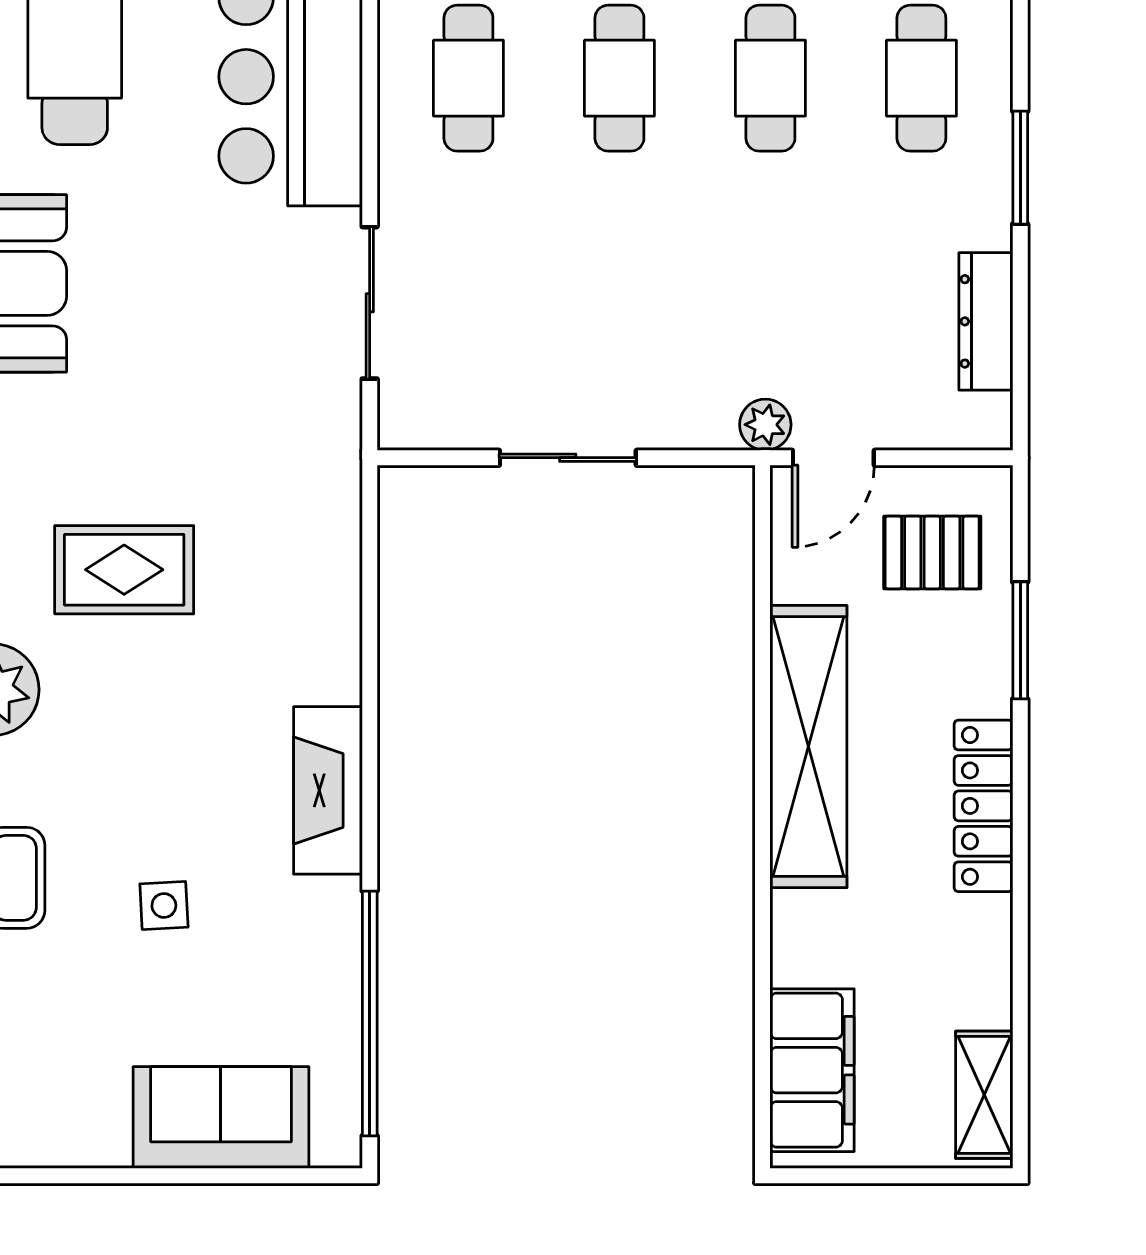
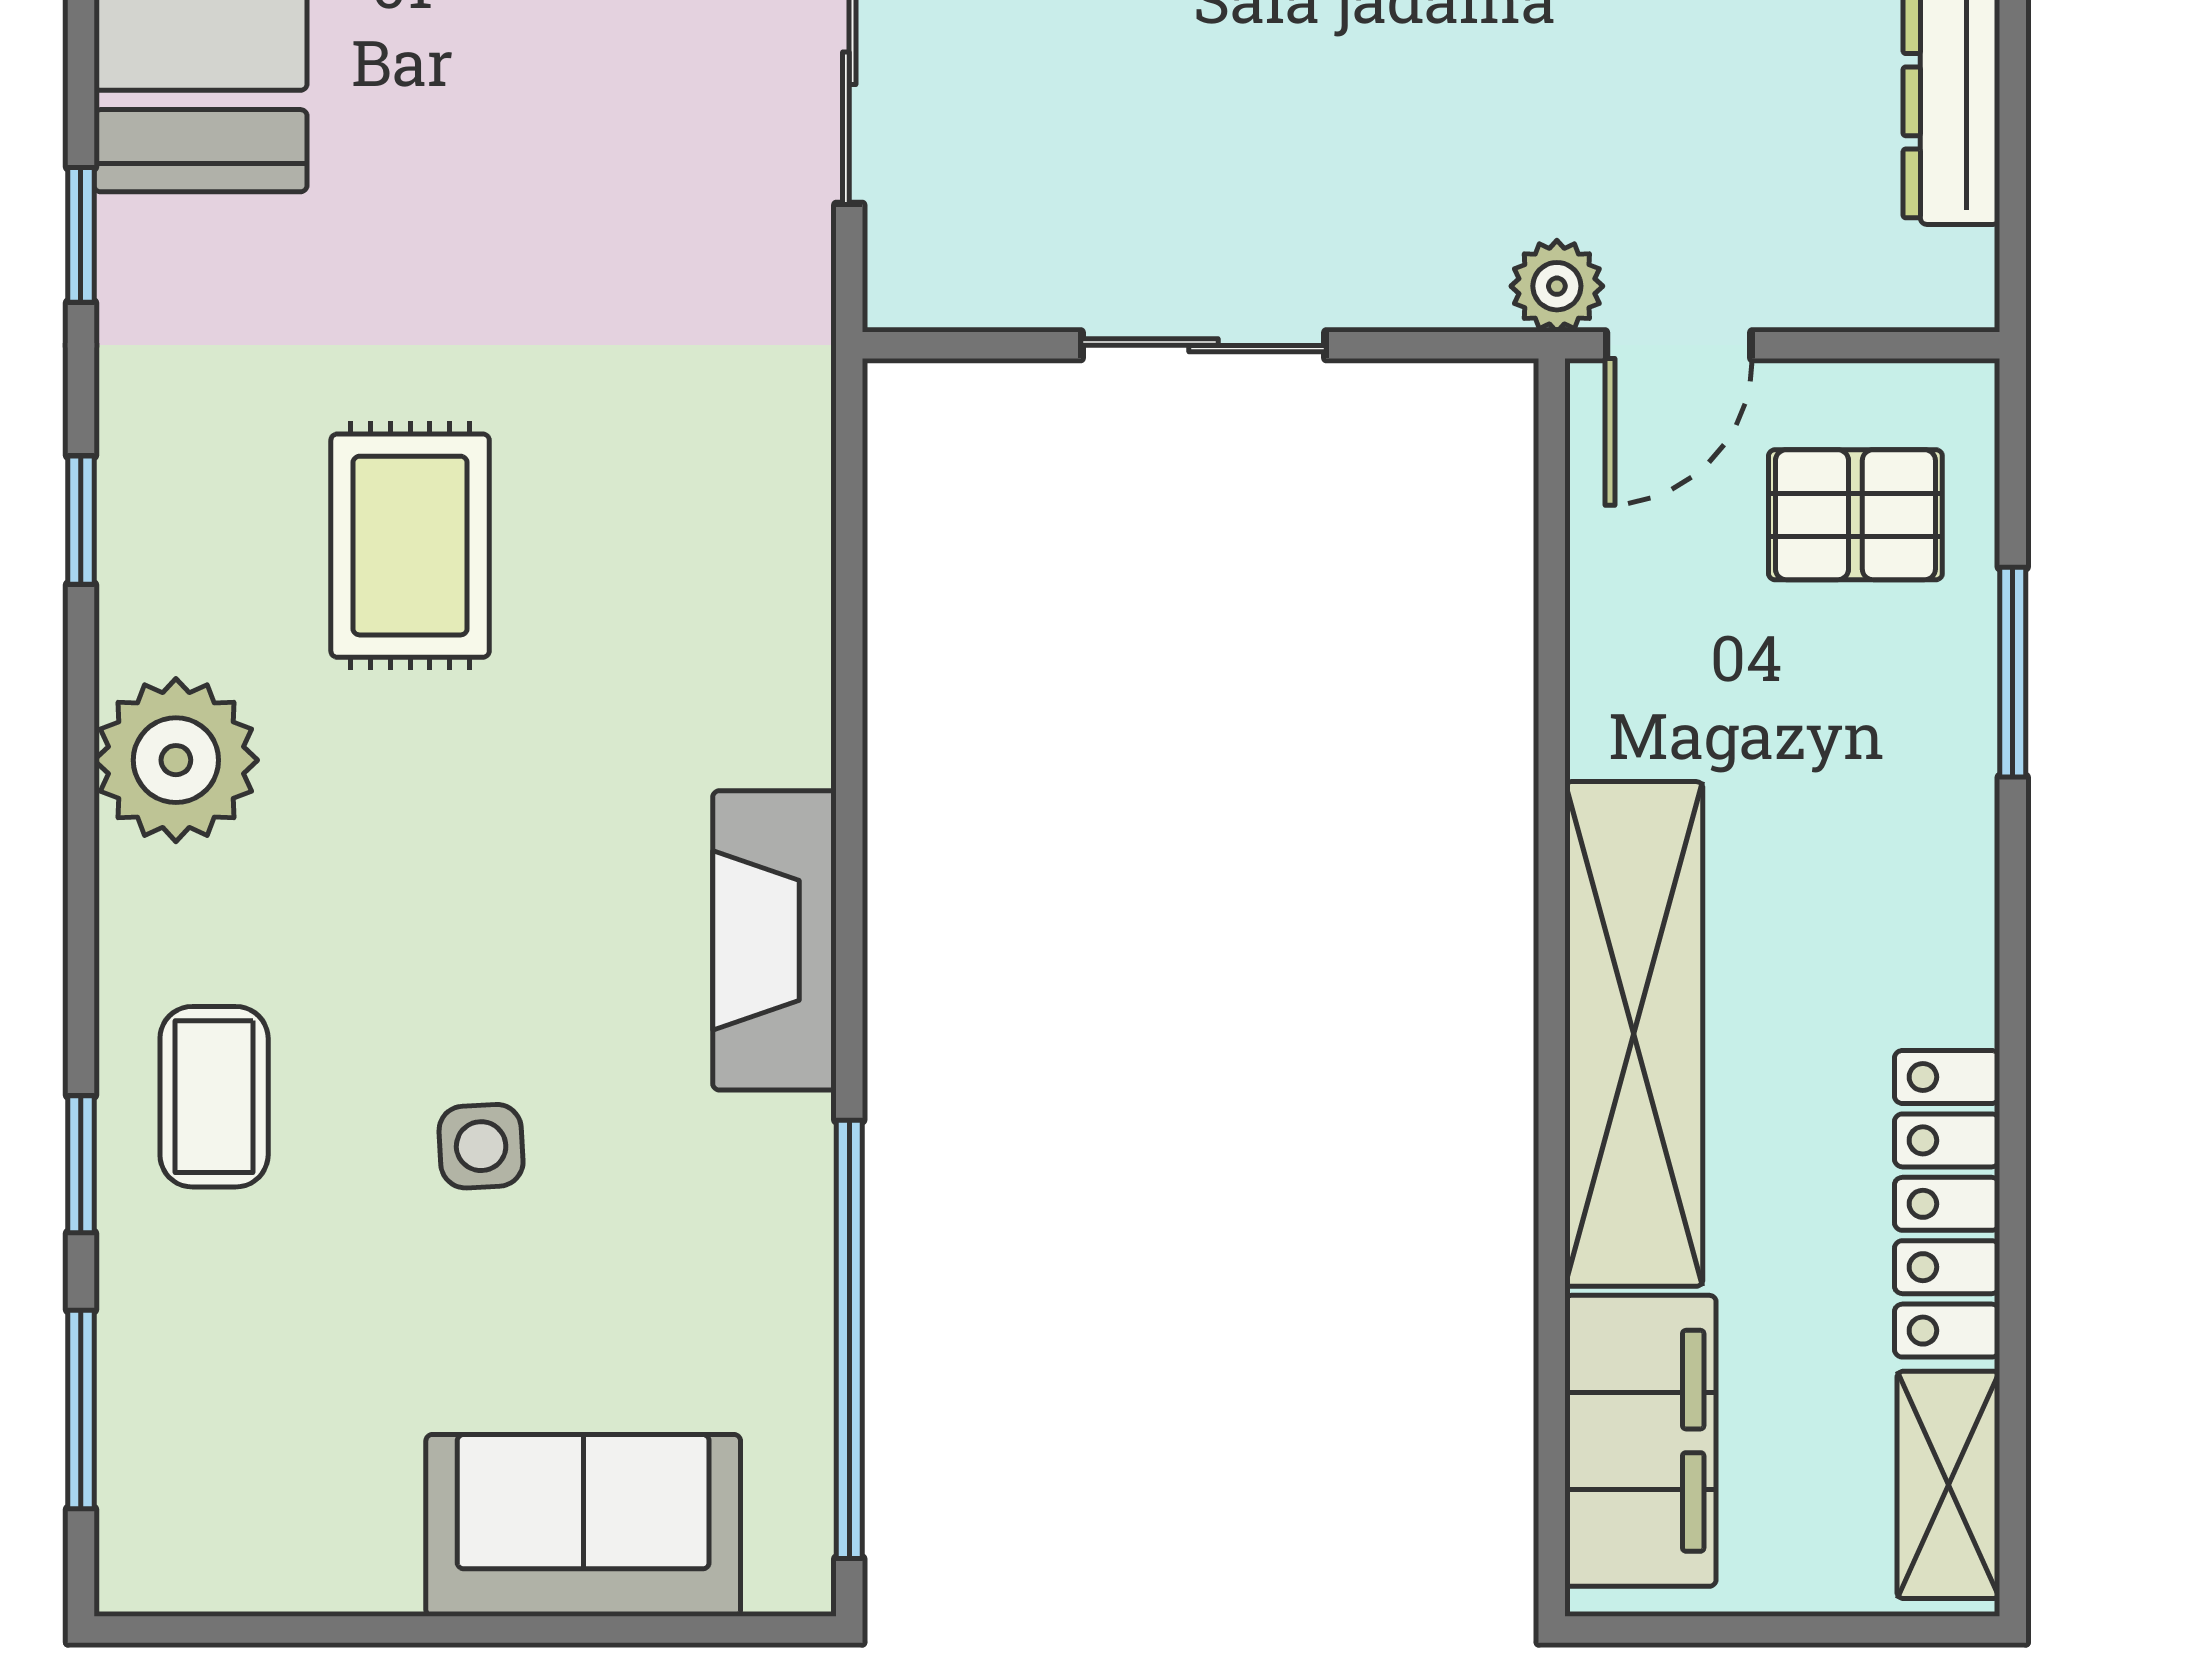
rug: (124, 570) -> (410, 546), turned 90
shelving: (808, 747) -> (1634, 1034), moved
locker: (983, 806) -> (1947, 1204), moved

